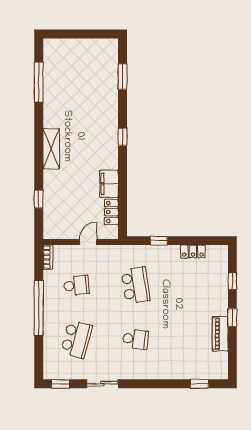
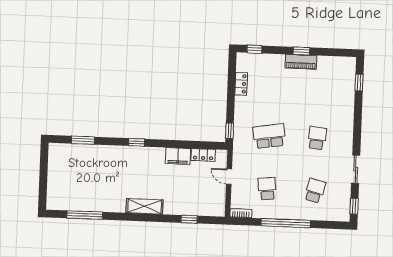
window: (159, 241) -> (230, 131), moved
window: (232, 281) -> (254, 49), moved
piano: (220, 334) -> (301, 62), moved
school desk: (76, 339) -> (315, 191), width x0.54

